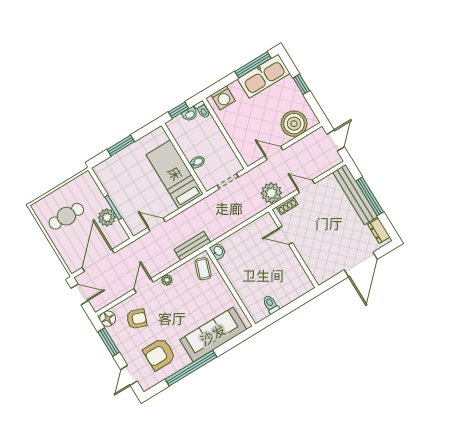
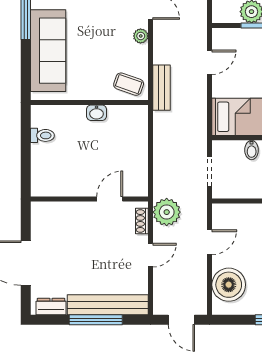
washbasin: (218, 251) -> (97, 113), moved

